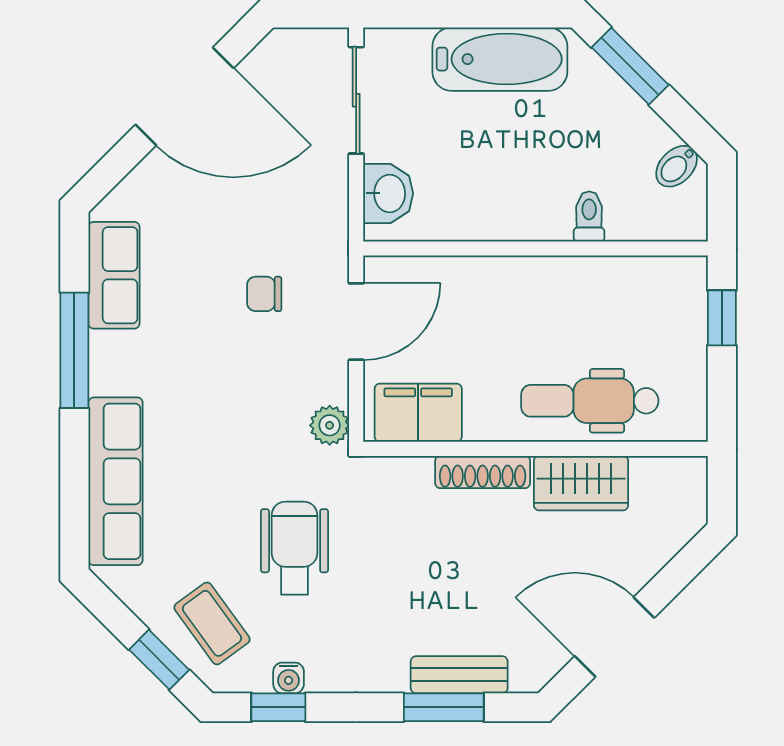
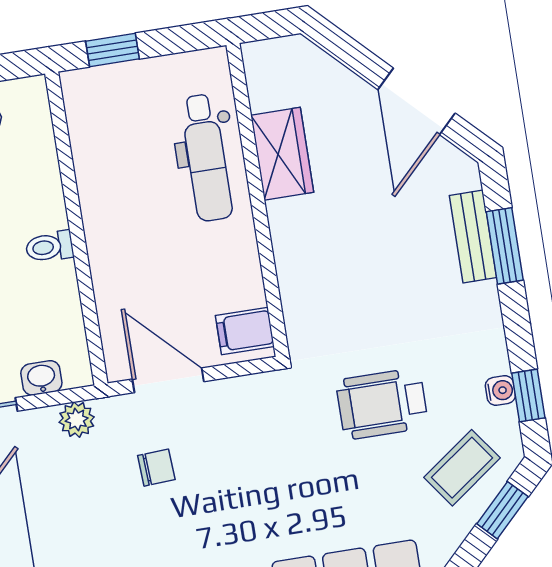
washbasin: (388, 193) -> (41, 378), width x0.72, depth x0.69
toilet: (589, 216) -> (49, 247), moved
chair: (264, 294) -> (156, 468), turned -93
filing cabinet: (418, 413) -> (245, 331), width x0.50
plant: (330, 425) -> (77, 420), moved
shoe rack: (483, 472) -> (286, 244), removed

